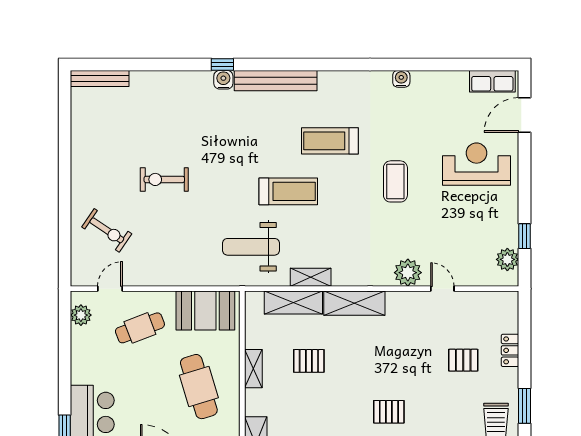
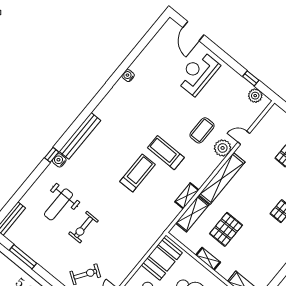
row of seats: (492, 81) -> (165, 33), removed
window: (65, 134) -> (23, 257), added
treadmill: (330, 141) -> (166, 153), moved, turned 90
coffee table: (395, 181) -> (202, 130), moved, turned 90
weight bench: (251, 247) -> (58, 204), moved
shelving: (354, 303) -> (222, 178), width x1.47
pallet: (309, 361) -> (226, 229), width x1.50, depth x1.42

